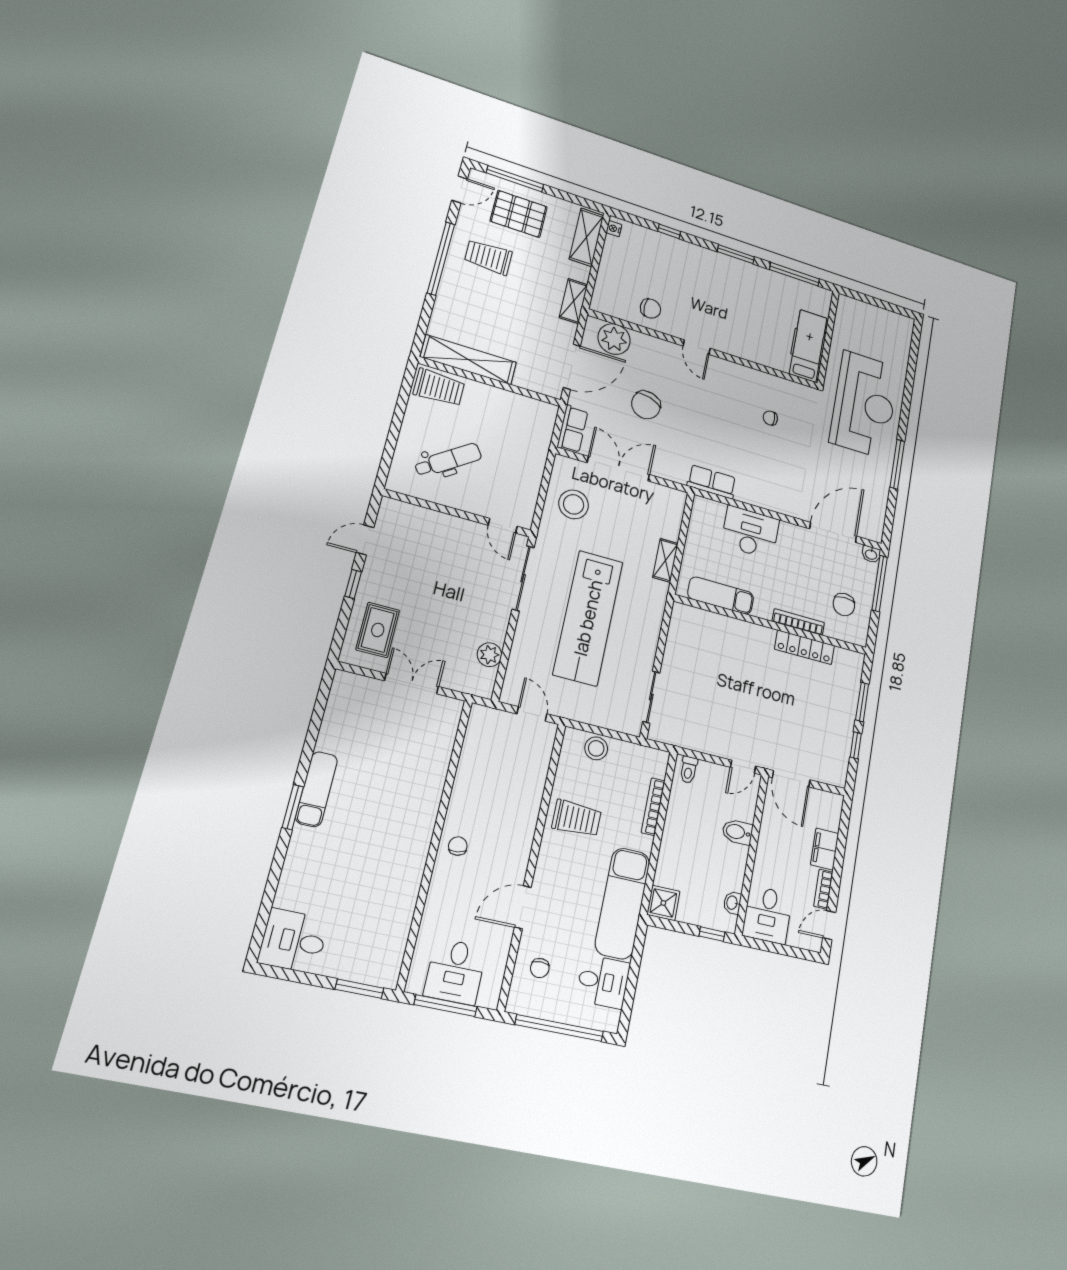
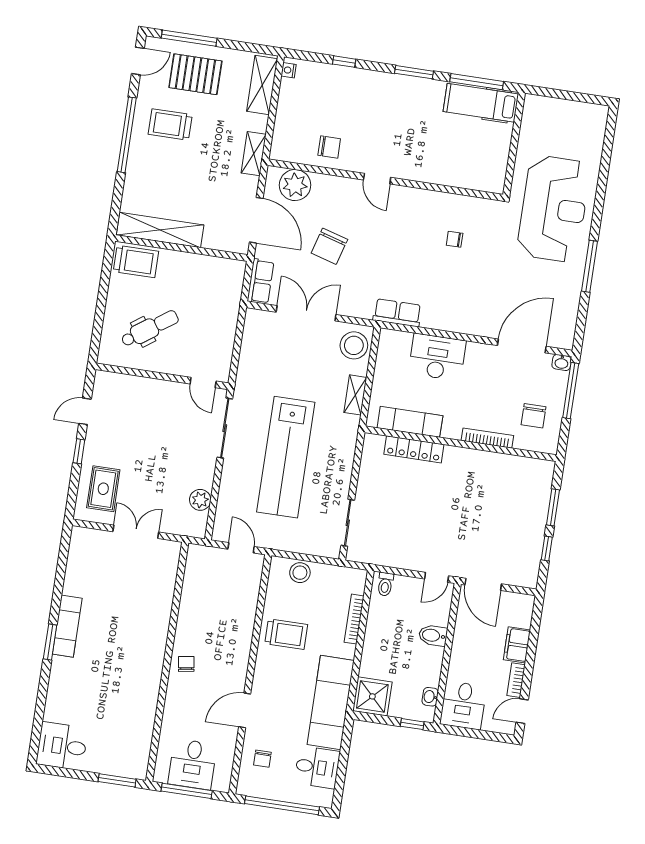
hospital bed: (808, 346) -> (481, 103), moved, turned -90
door: (572, 367) -> (256, 220), hinge flipped
stool: (574, 504) -> (354, 345), moved
locker: (805, 647) -> (414, 449), moved
shower: (663, 903) -> (372, 696), width x1.36, depth x1.36

